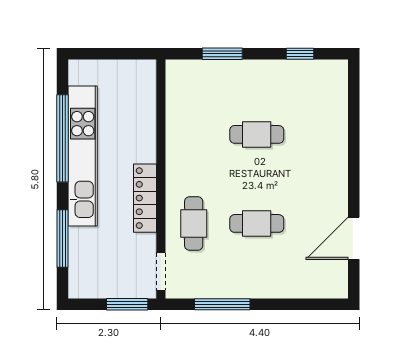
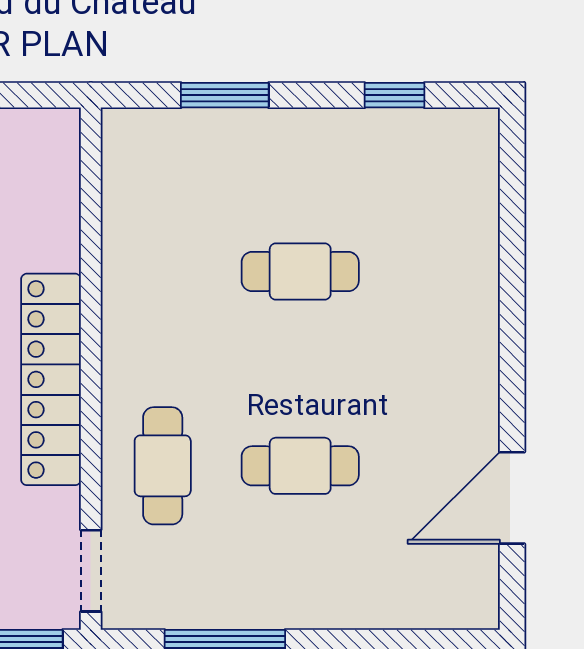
locker: (145, 198) -> (51, 379), width x1.41, depth x1.21

